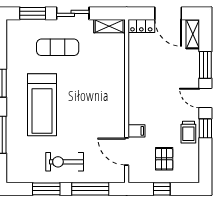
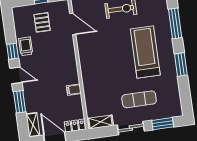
filing cabinet: (136, 131) -> (74, 90), moved

